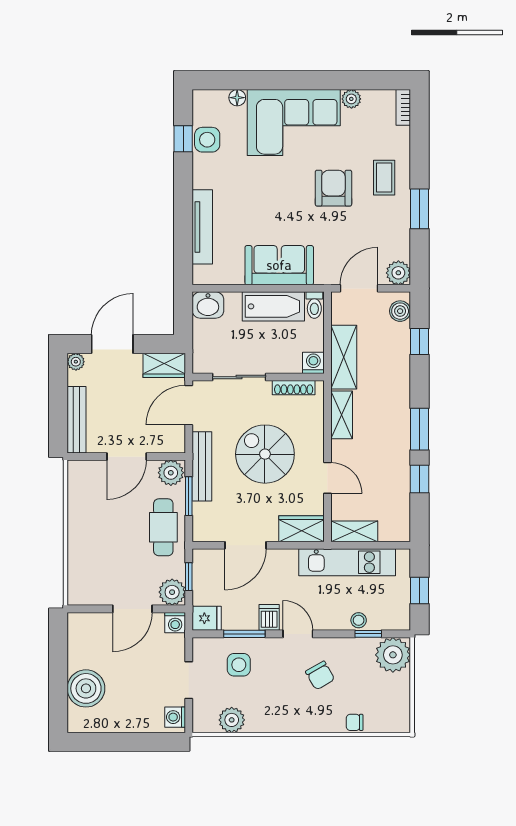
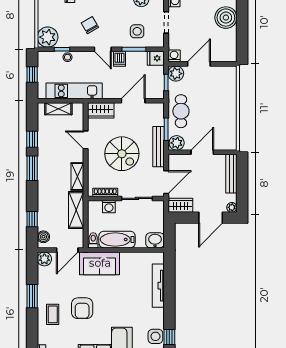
sofa: (279, 265) -> (100, 263), moved
washing machine: (313, 363) -> (109, 207), moved
shelving: (354, 531) -> (58, 109), moved

